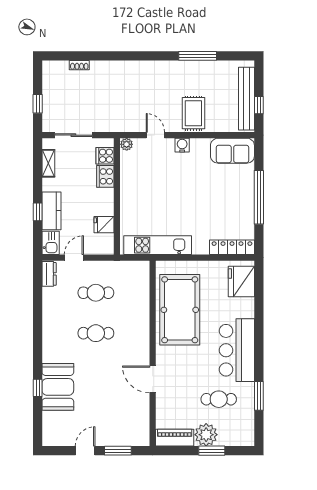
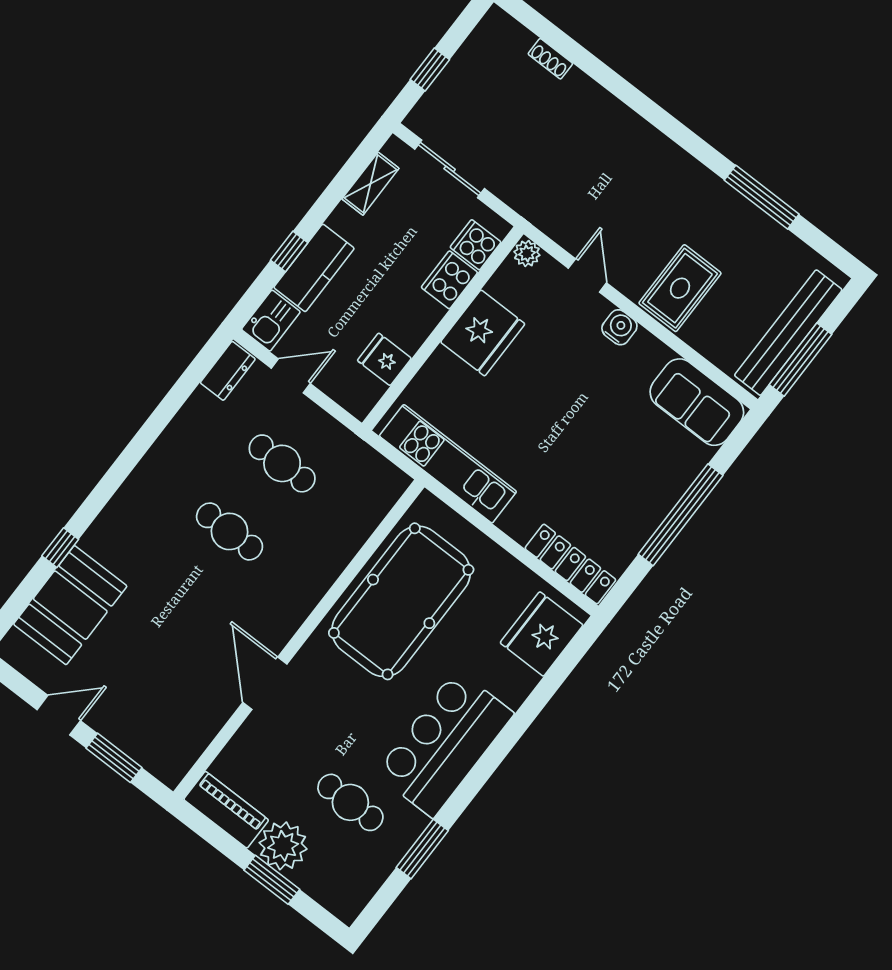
window: (259, 105) -> (801, 360), width x2.17
fridge: (133, 187) -> (483, 333), added
booth: (58, 387) -> (70, 605), moved

